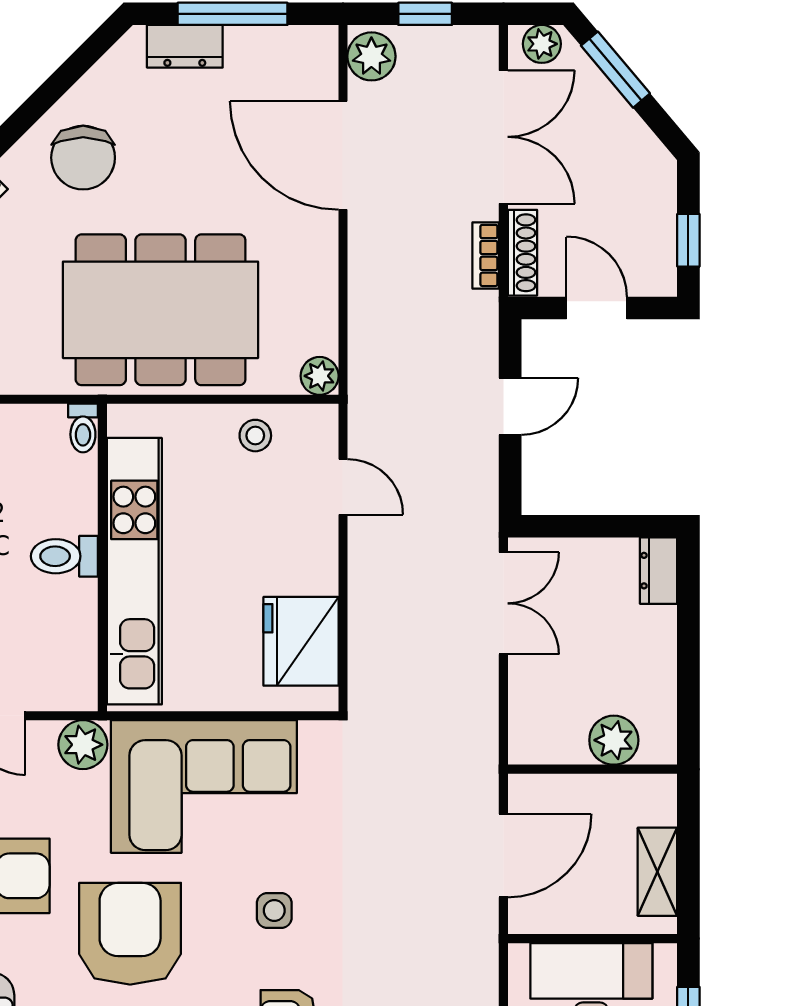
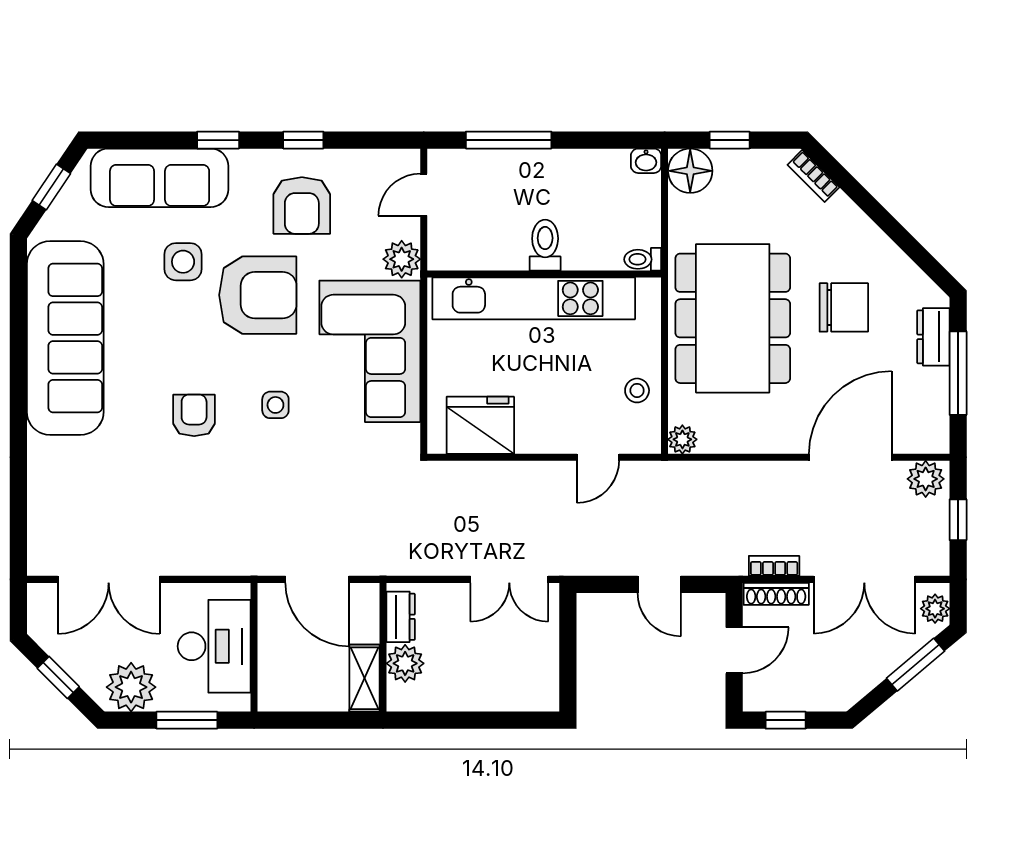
chair: (83, 158) -> (844, 307), moved, turned 180
dresser: (659, 571) -> (401, 617), moved, turned 90
shelving: (657, 872) -> (365, 678), moved, turned 90

